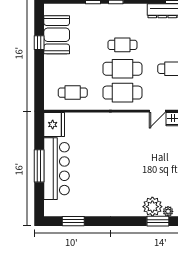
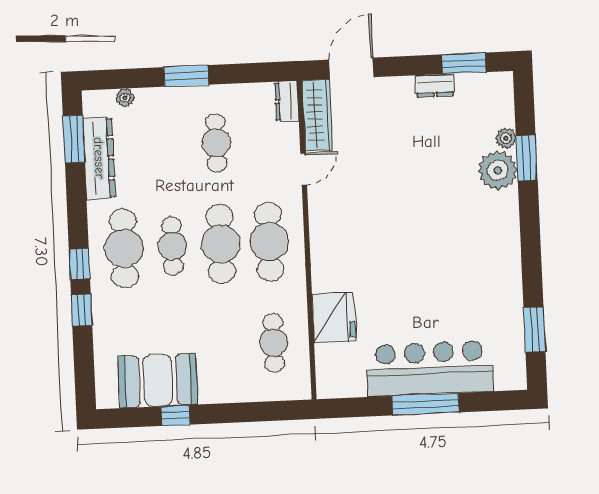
cafe table: (122, 21) -> (124, 248), added
door: (157, 111) -> (304, 169), hinge flipped
fridge: (54, 125) -> (334, 317), moved, turned 90

